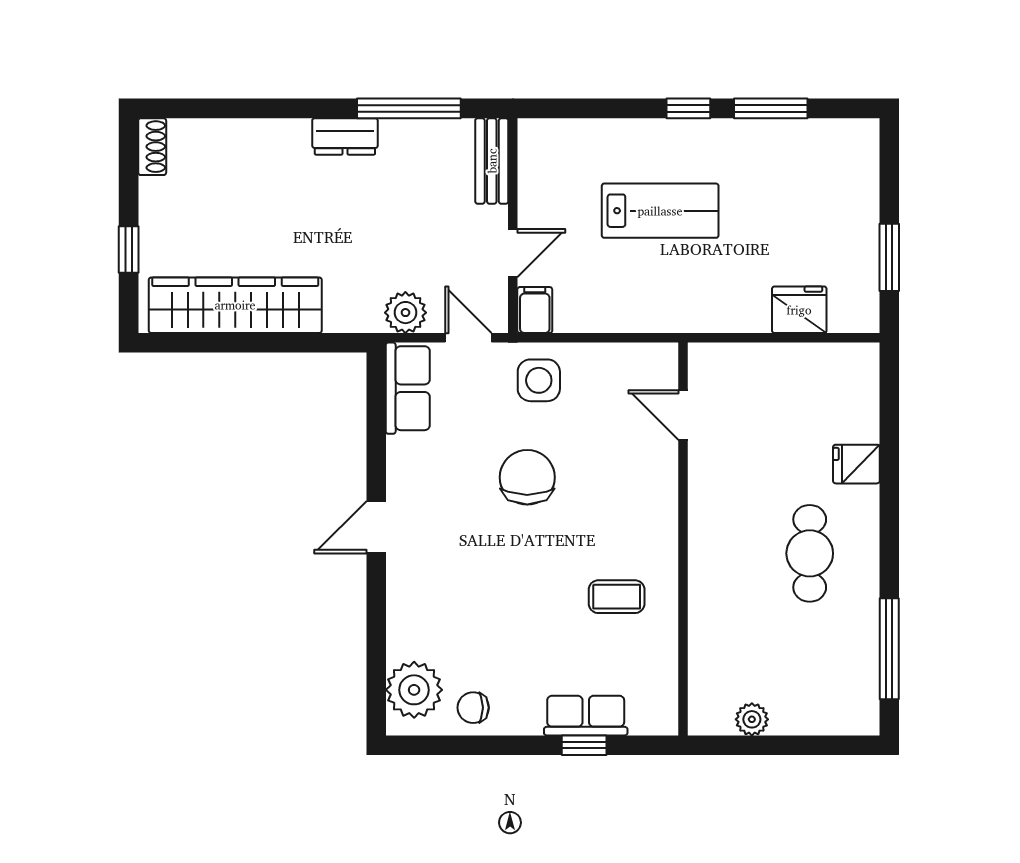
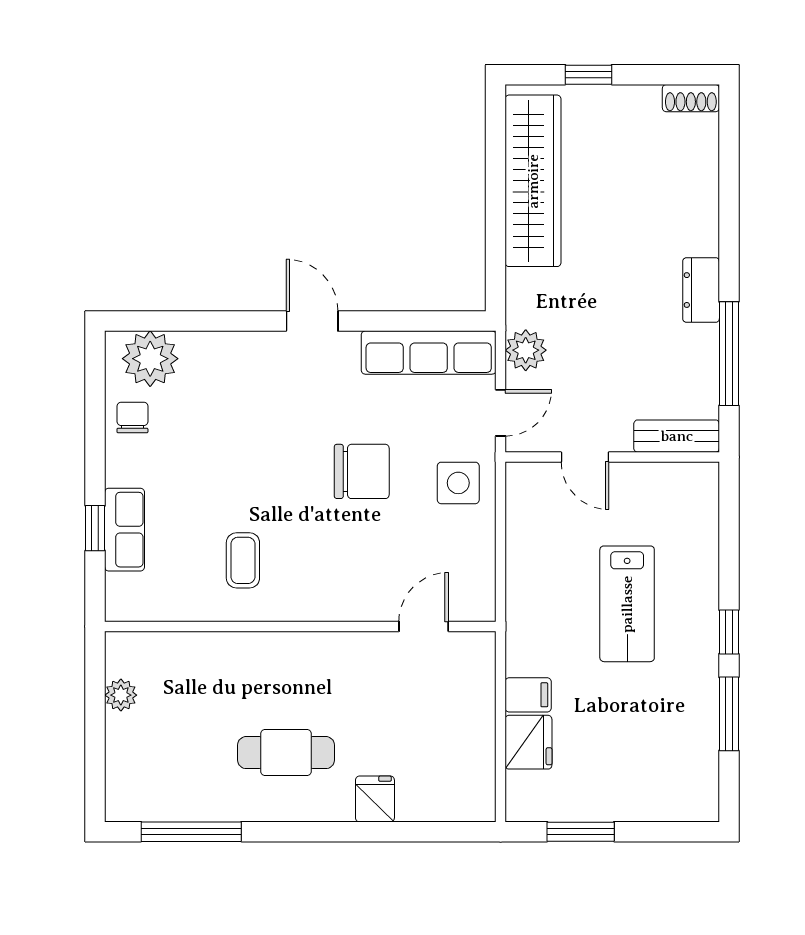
filing cabinet: (535, 310) -> (528, 695), moved
row of seats: (408, 388) -> (429, 353), width x1.48

